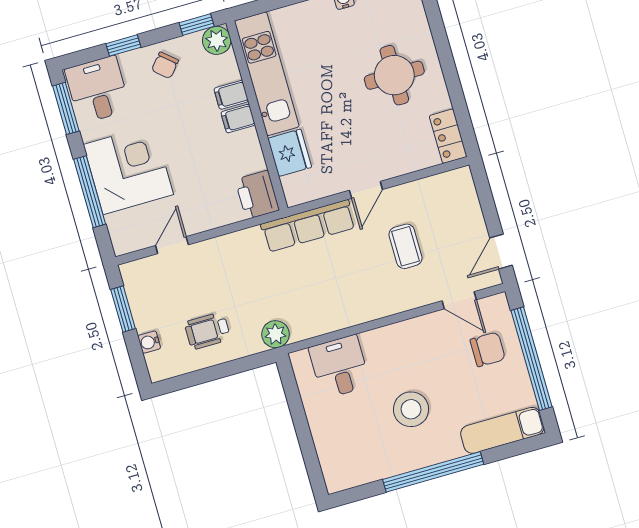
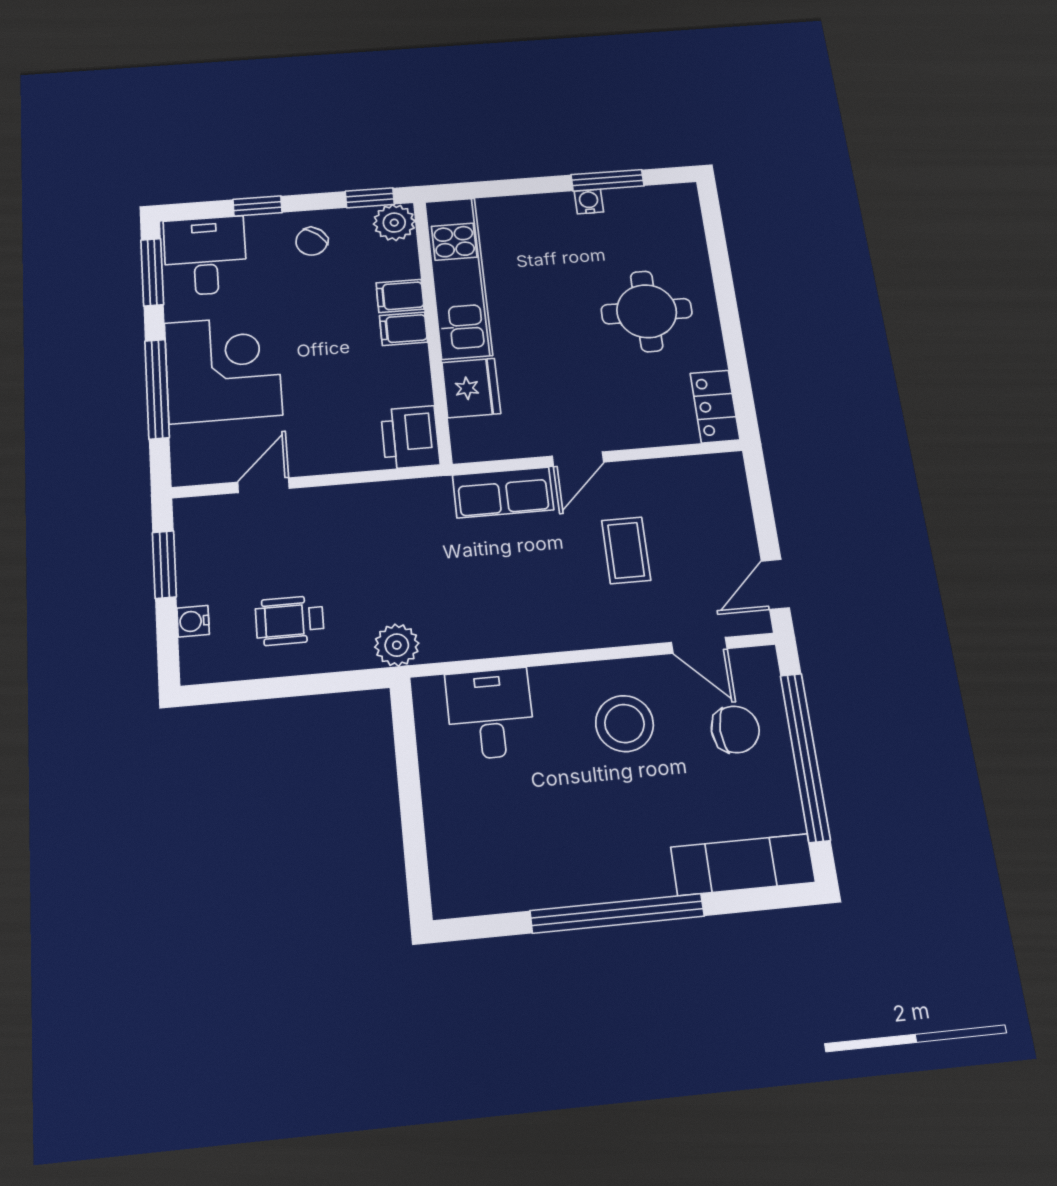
row of seats: (308, 226) -> (503, 493), width x0.68
stool: (411, 409) -> (625, 724), moved

